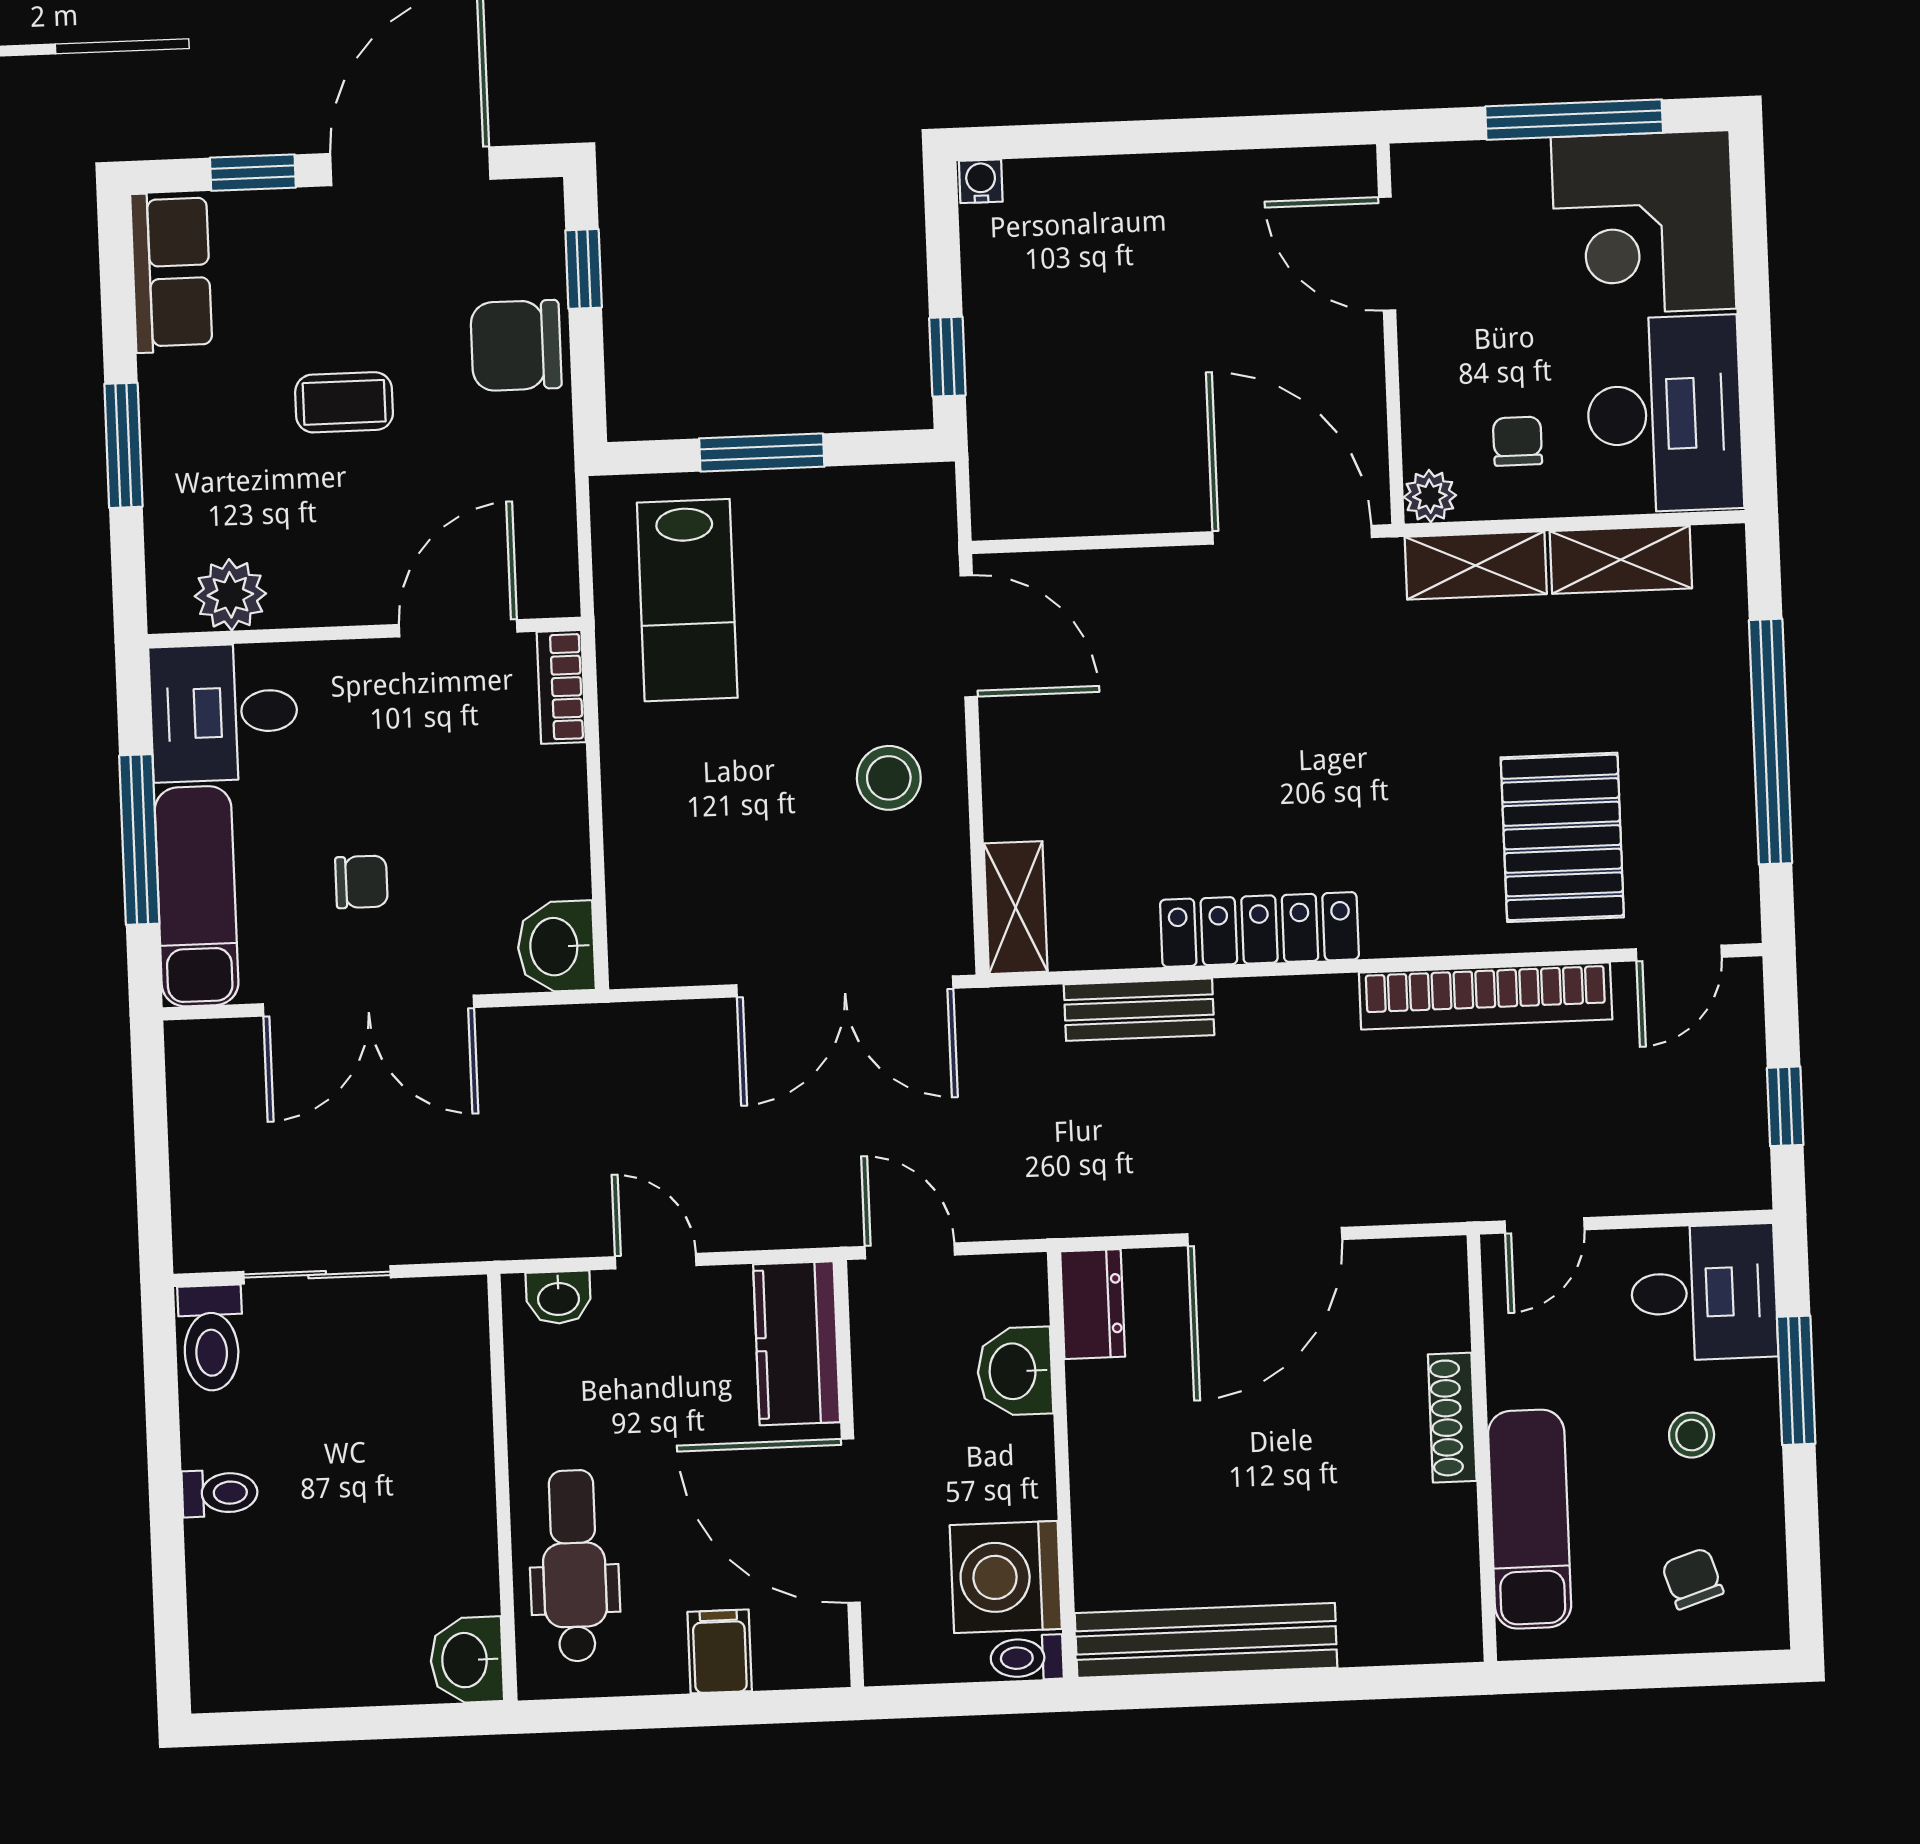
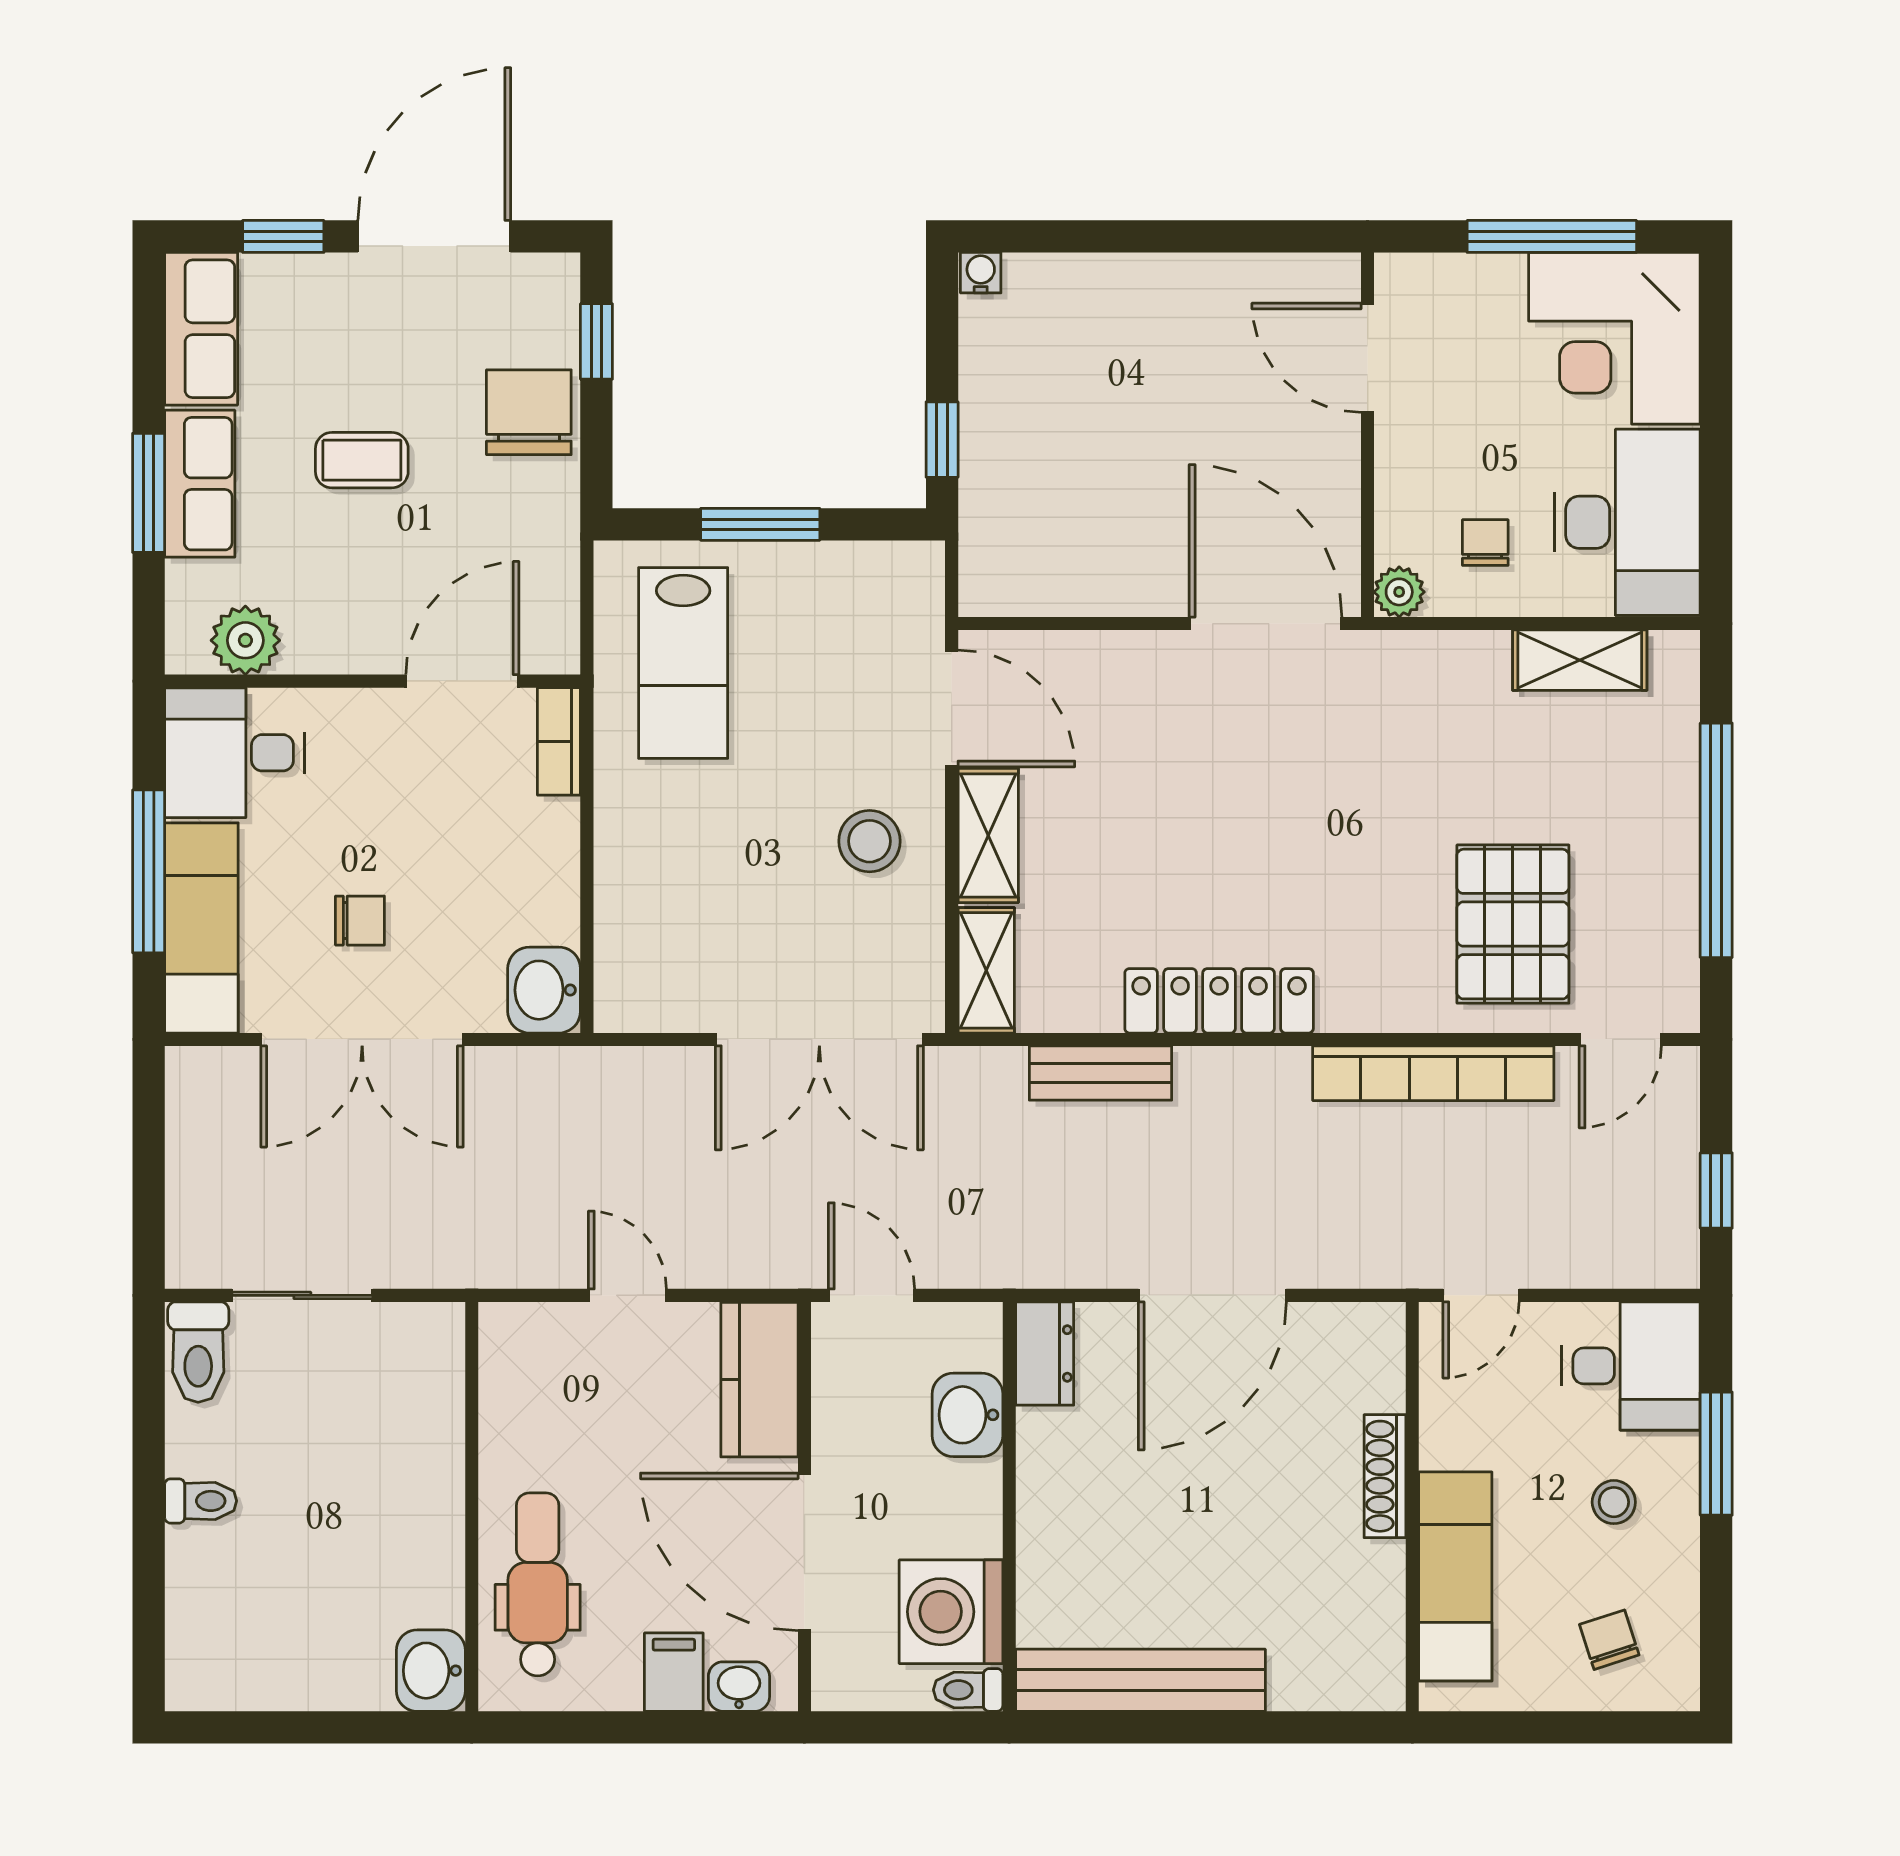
chair: (516, 345) -> (529, 412), turned 90
row of seats: (176, 434) -> (200, 484), added
shelving: (1476, 565) -> (988, 835), moved, turned 90
washbasin: (558, 1297) -> (739, 1687), moved, turned 180

